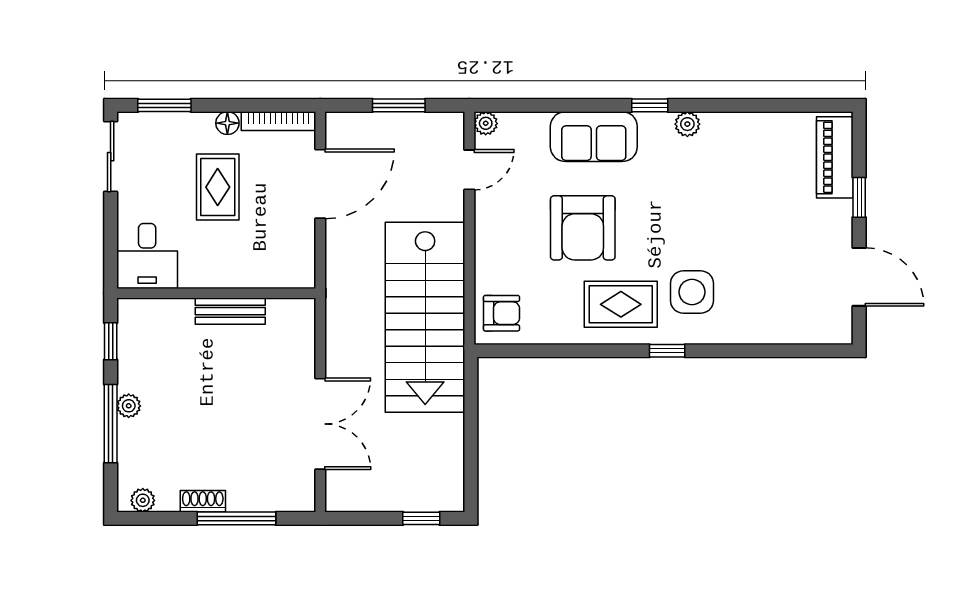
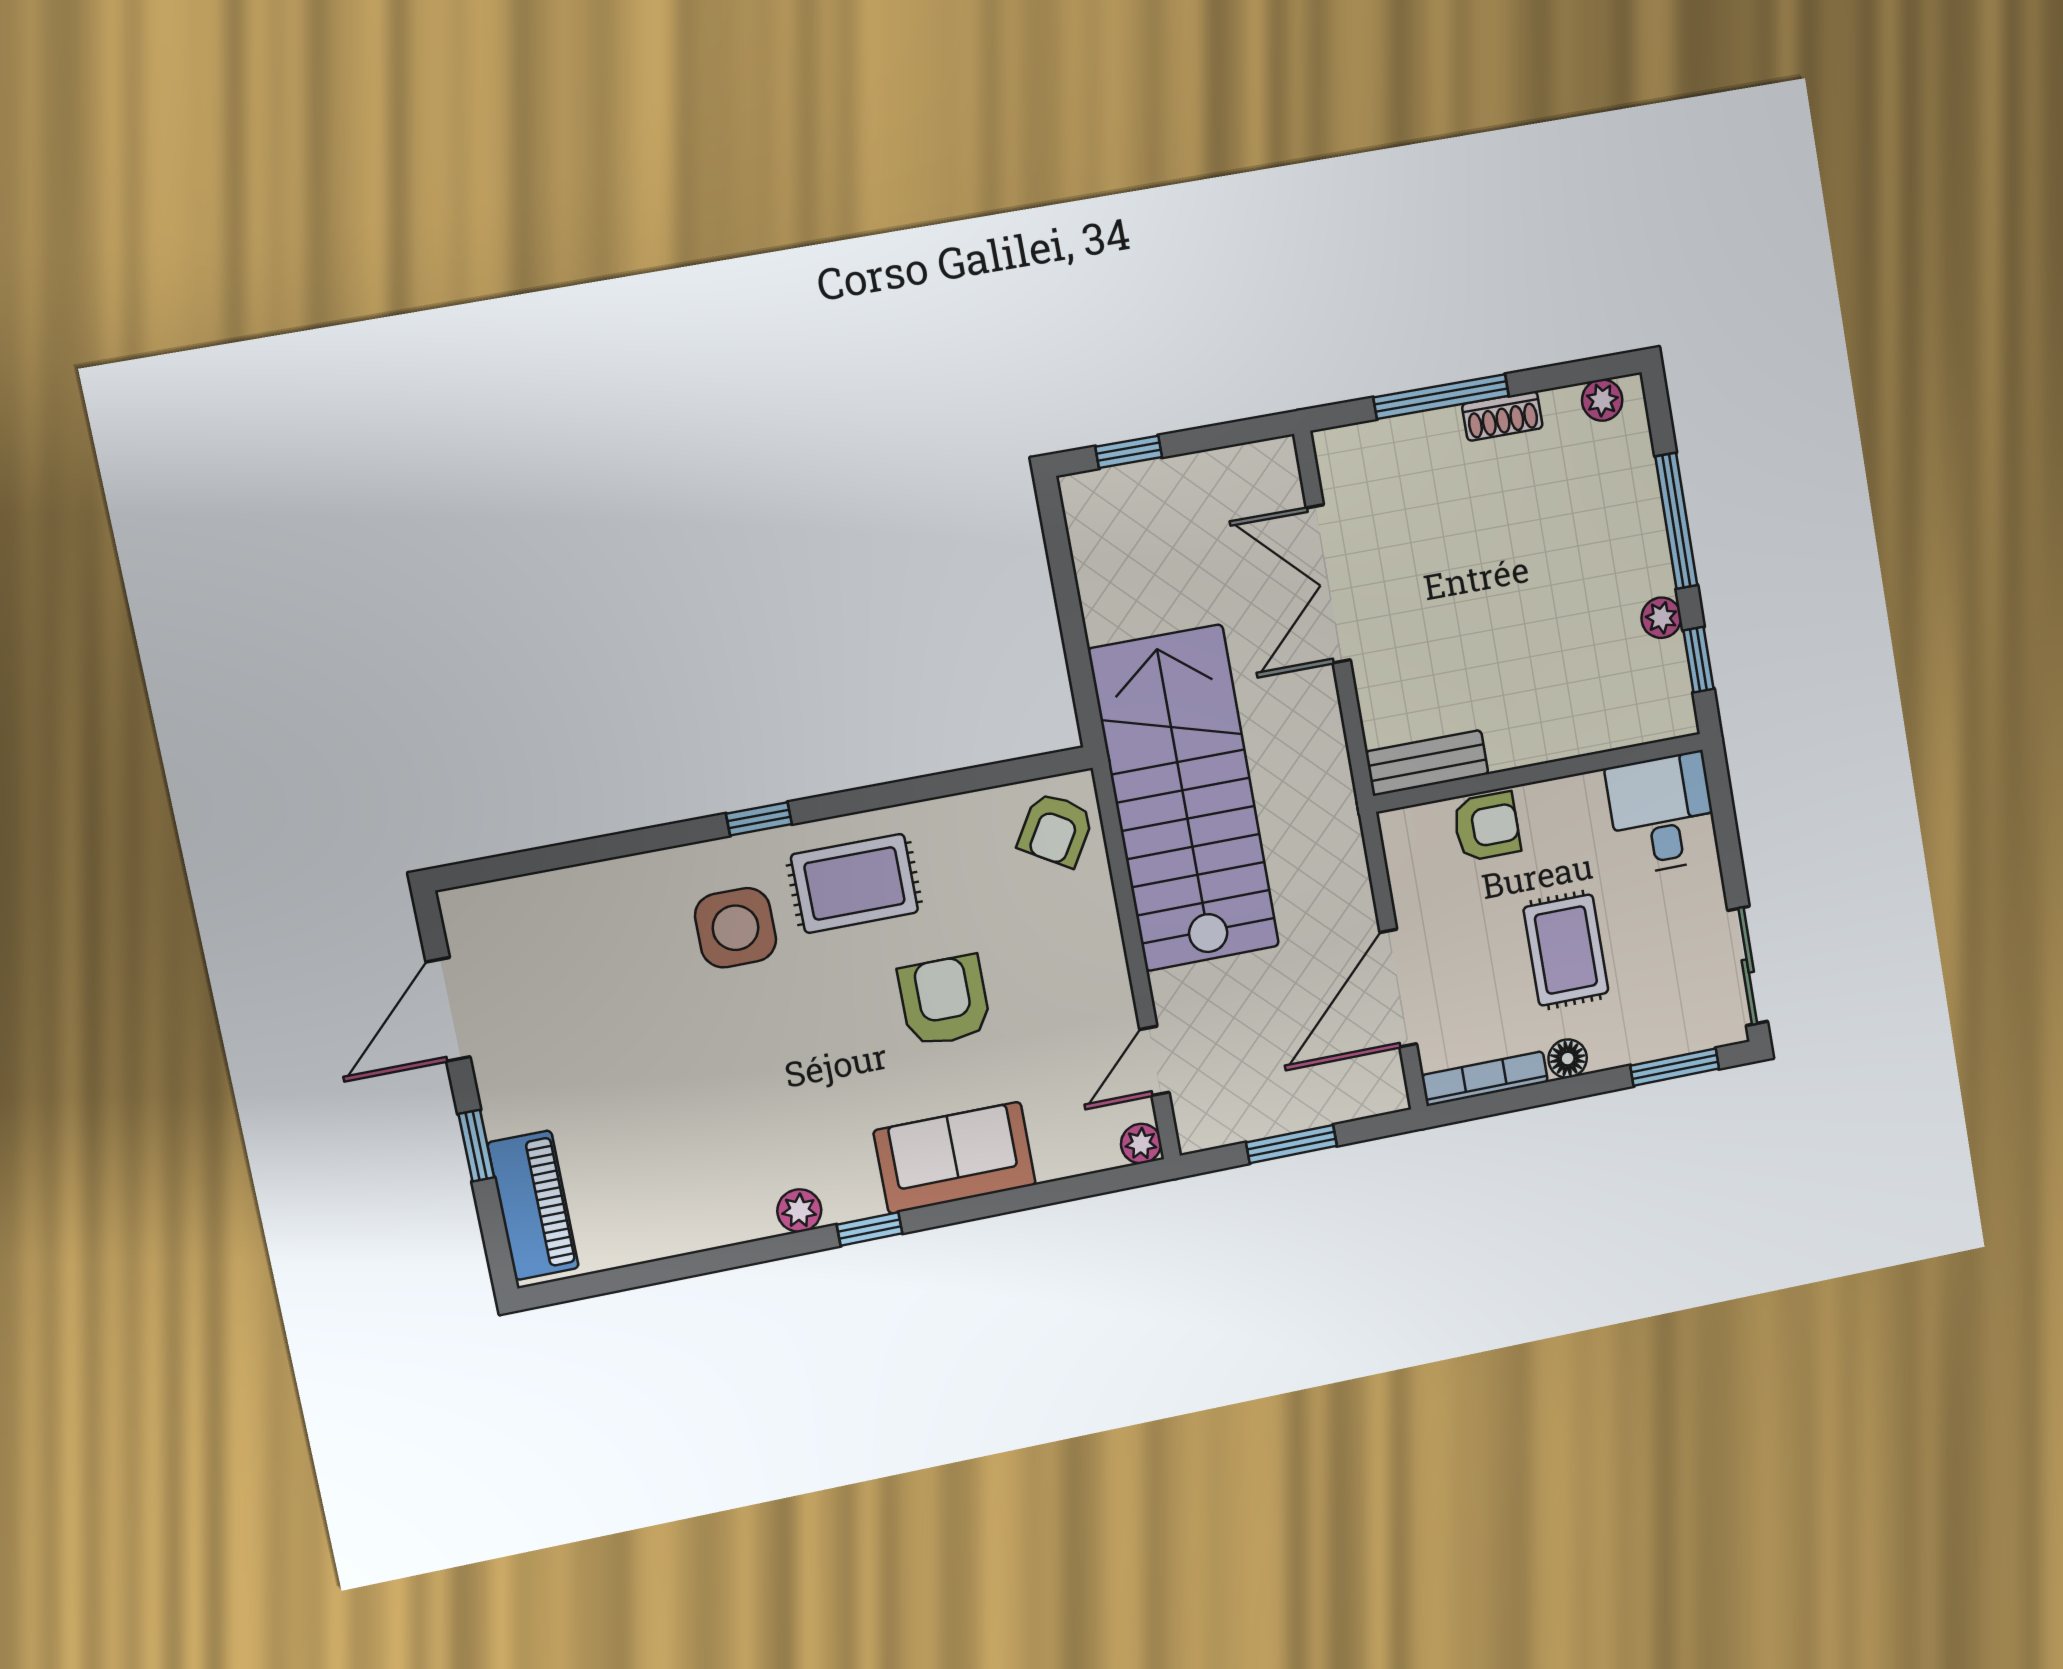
armchair: (583, 228) -> (944, 1001), width x0.73, depth x0.73
armchair: (252, 268) -> (1487, 826), added
door: (859, 277) -> (448, 1009), hinge flipped
bench: (230, 311) -> (1427, 763), moved
armchair: (501, 313) -> (1056, 830), turned -59
plant: (129, 406) -> (1661, 618), moved

